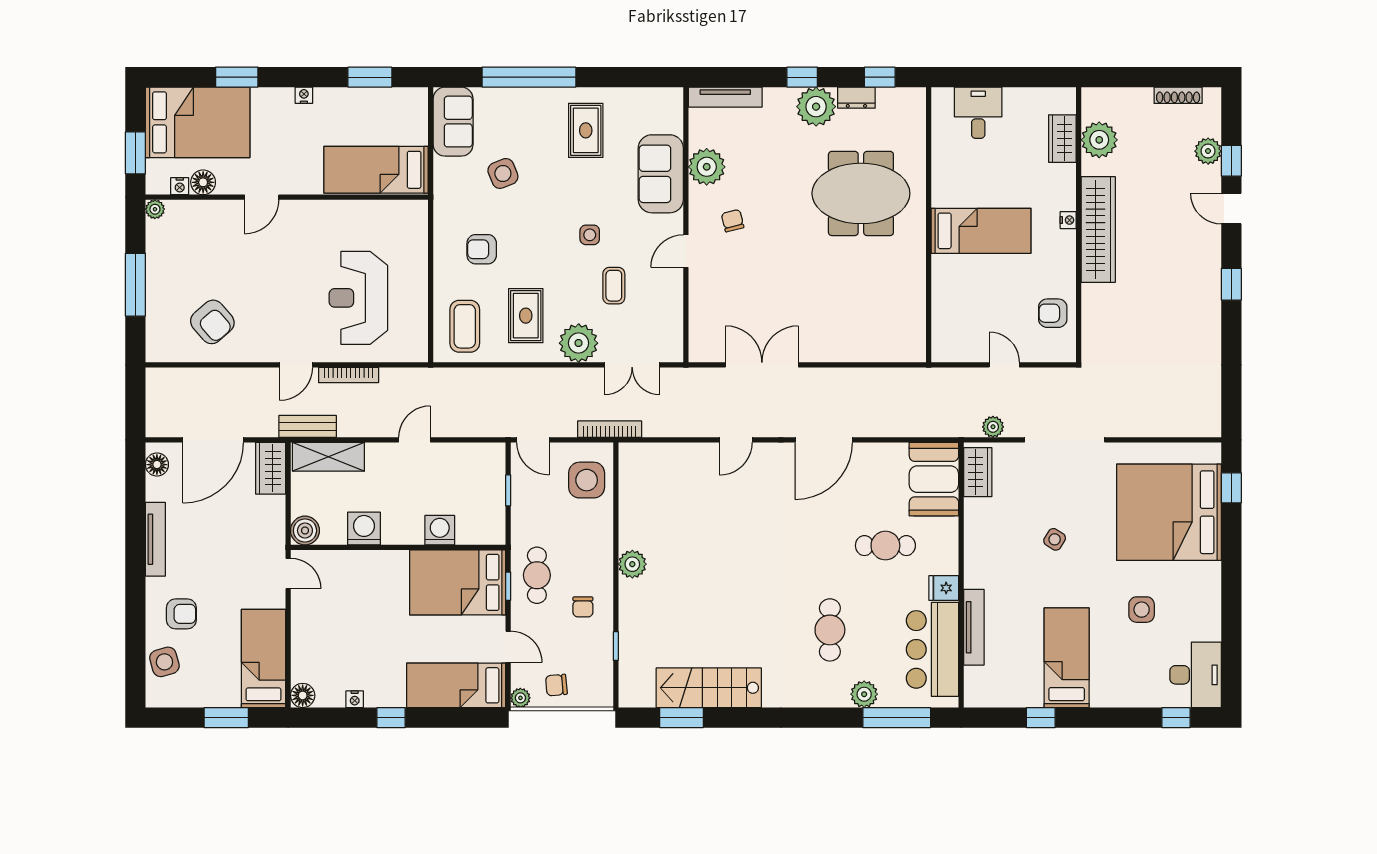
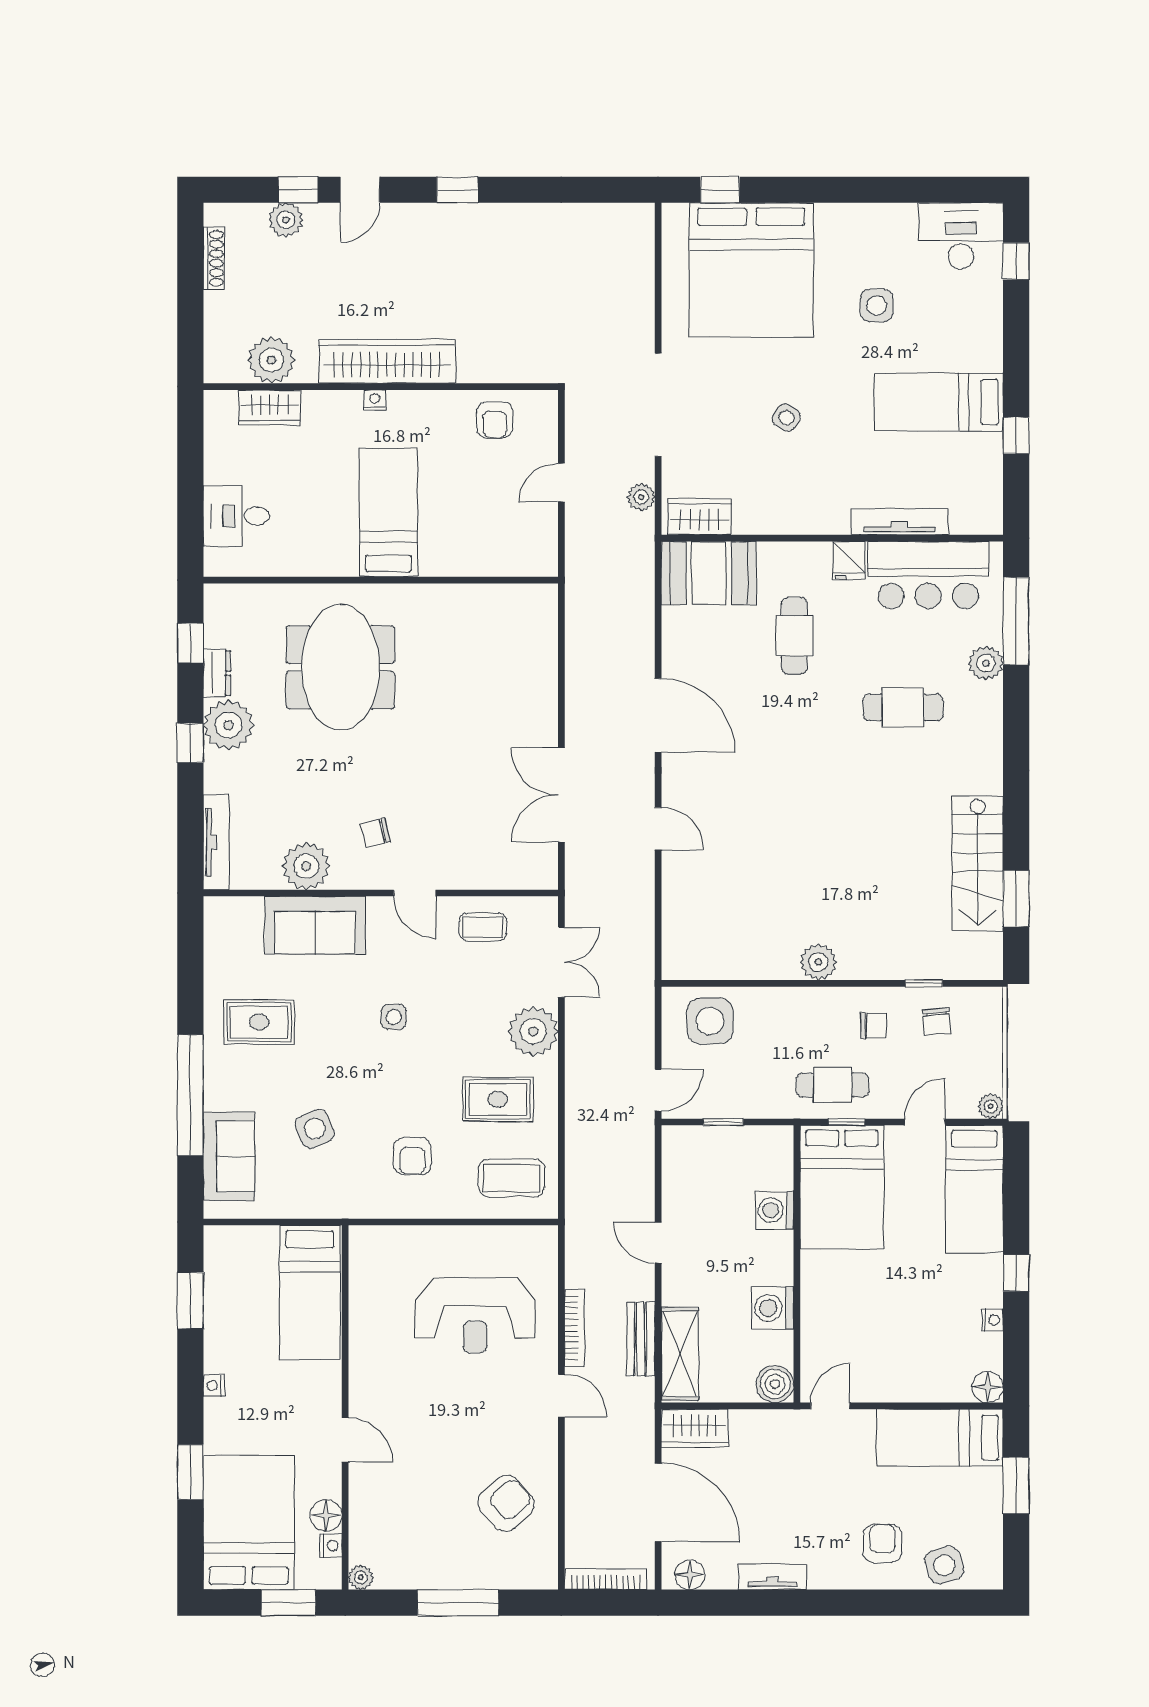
sofa: (453, 122) -> (229, 1156), moved, turned 90
coffee table: (614, 286) -> (483, 927), moved
bench: (308, 426) -> (641, 1339), moved
bookcase: (610, 429) -> (606, 1579), moved, turned 90
tv unit: (155, 539) -> (772, 1577), width x0.71
chair: (556, 685) -> (937, 1022), moved

